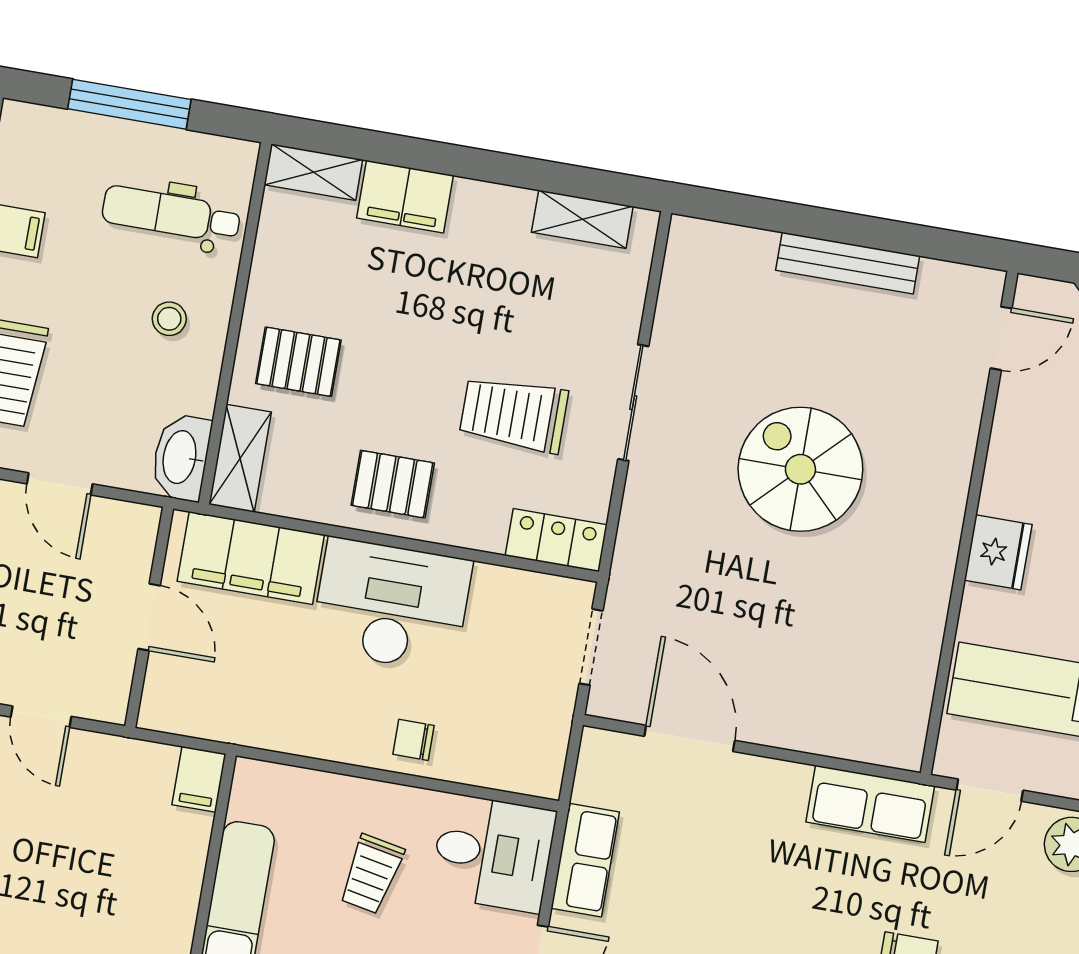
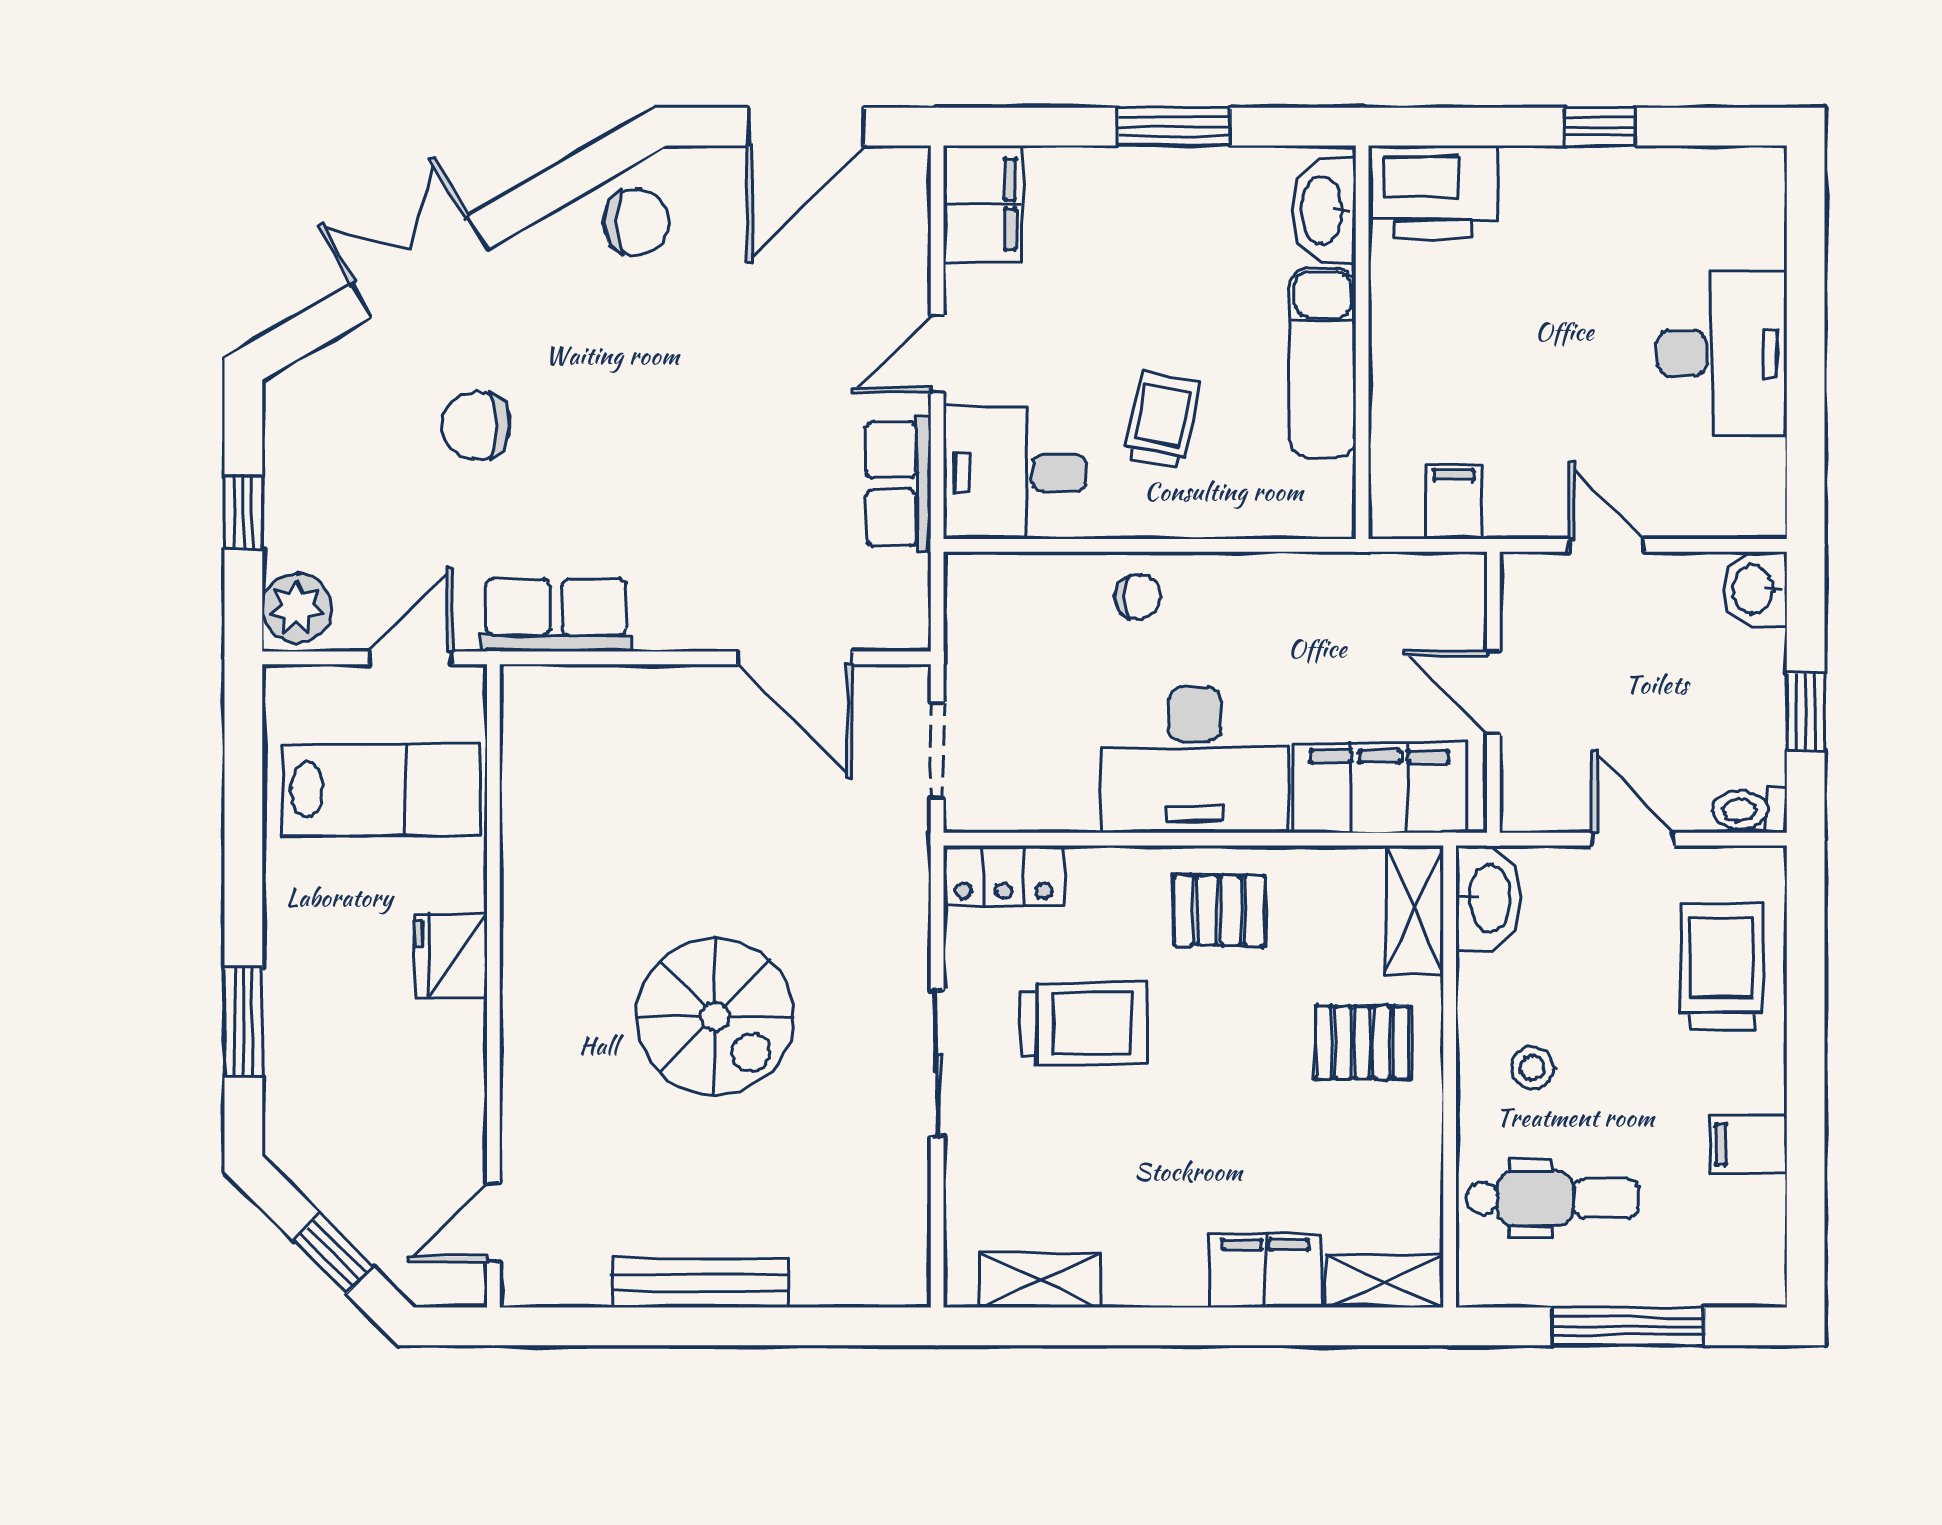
filing cabinet: (199, 779) -> (1453, 501), moved

